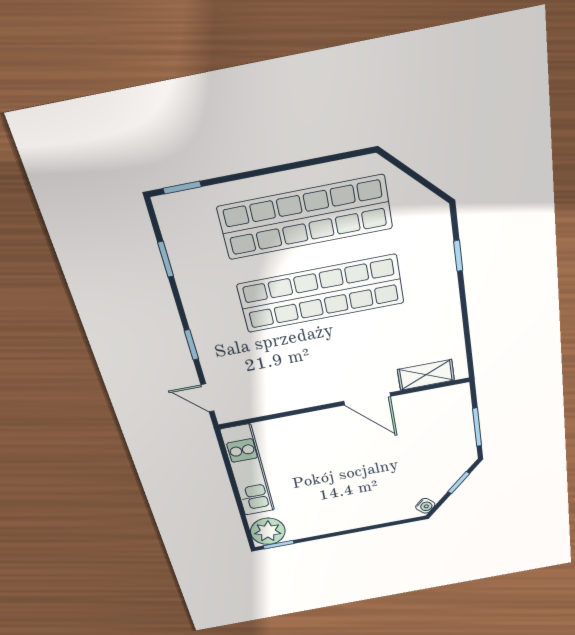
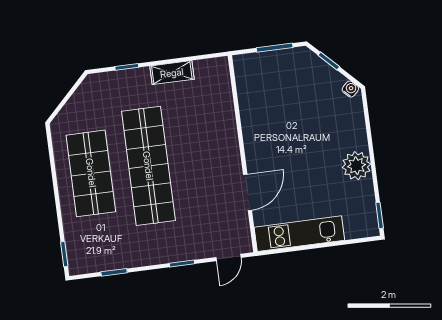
shop shelf: (306, 218) -> (91, 173), width x0.71
shelving: (426, 375) -> (172, 73), moved, turned 90
door: (367, 399) -> (248, 192), moved
plant: (268, 531) -> (356, 166), moved

